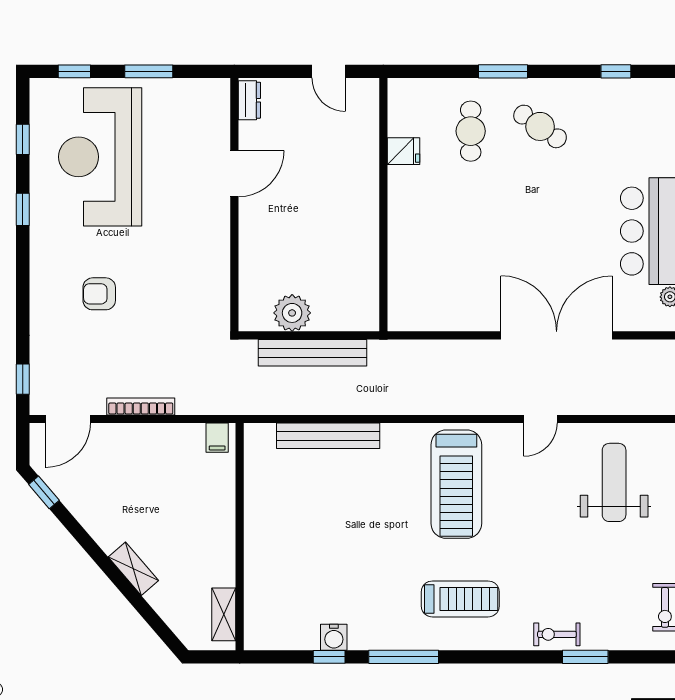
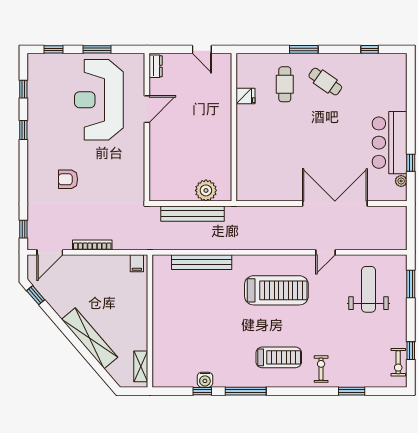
reception desk: (100, 157) -> (99, 100), moved
plant: (292, 313) -> (206, 190), moved
treadmill: (456, 484) -> (276, 290), turned -90
shelving: (133, 569) -> (90, 338), width x2.20, depth x1.33
exercise bike: (557, 634) -> (321, 369), moved, turned 90

